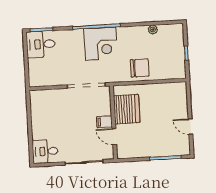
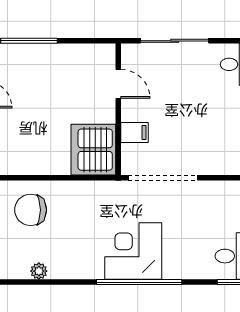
chair: (140, 68) -> (31, 210), moved
server rack: (127, 109) -> (93, 150), moved
filing cabinet: (104, 122) -> (135, 132), moved

